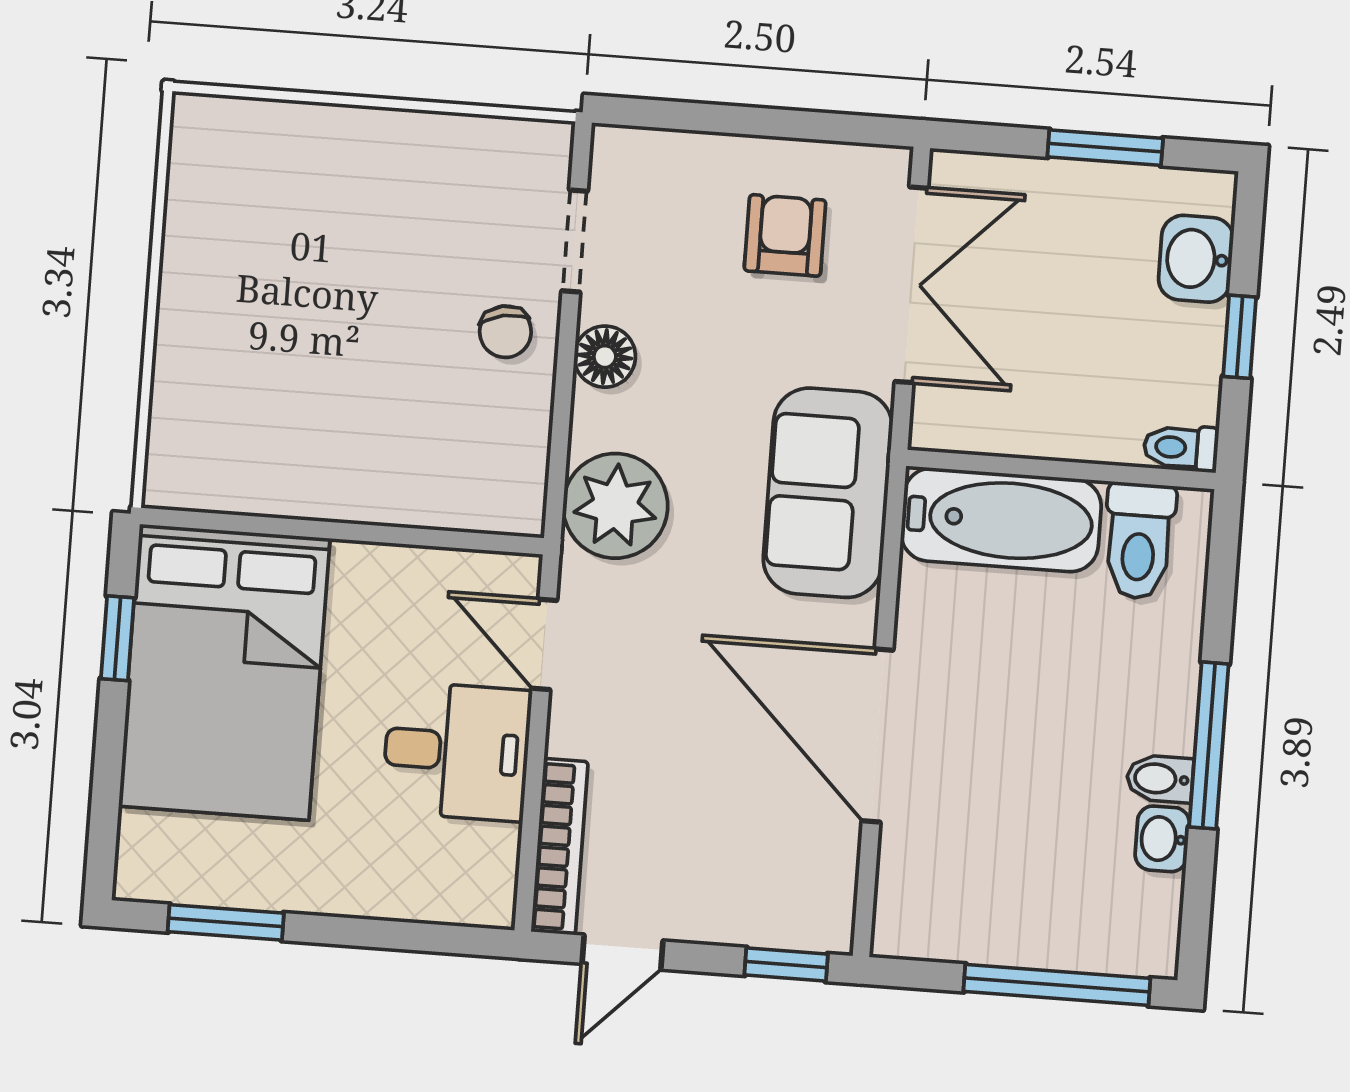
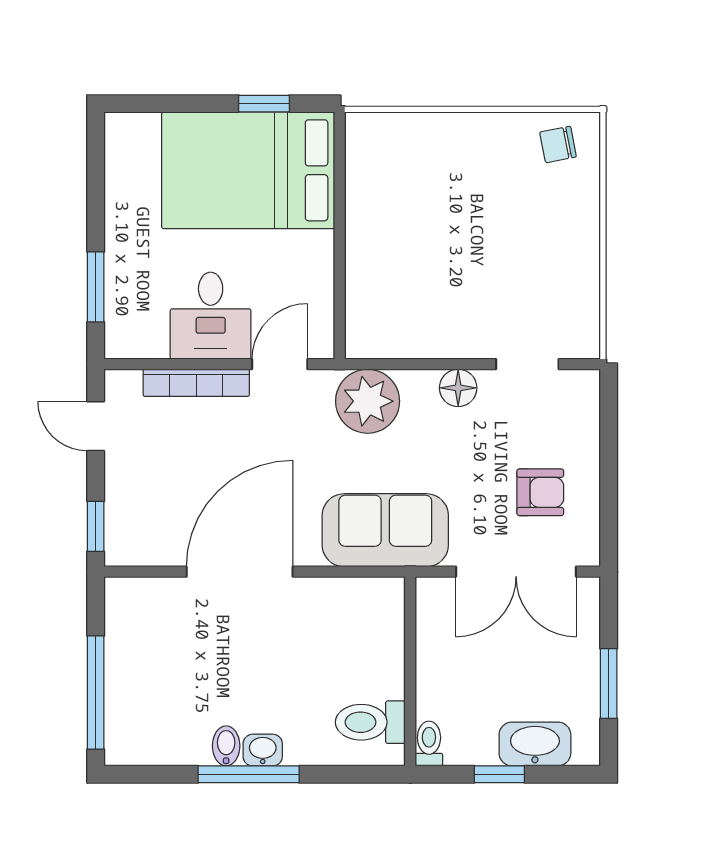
washbasin: (1196, 259) -> (535, 744), width x1.38
chair: (505, 332) -> (558, 144), moved
bathtub: (1001, 520) -> (377, 637), removed
washbasin: (1162, 839) -> (263, 750), moved
bookcase: (560, 847) -> (196, 383), moved
window: (226, 922) -> (96, 287), moved

